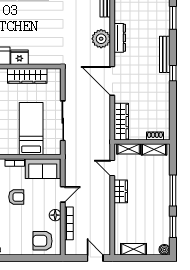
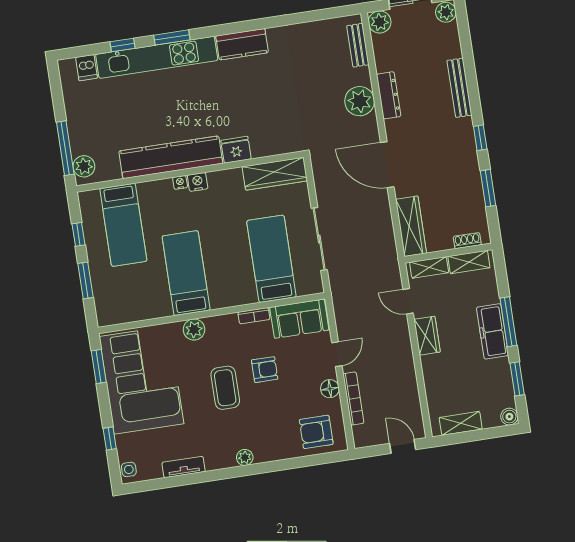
window: (173, 18) -> (488, 188), moved
bench: (165, 54) -> (459, 88), moved
wardrobe: (27, 76) -> (275, 174), moved
freezer: (162, 195) -> (493, 331), added

